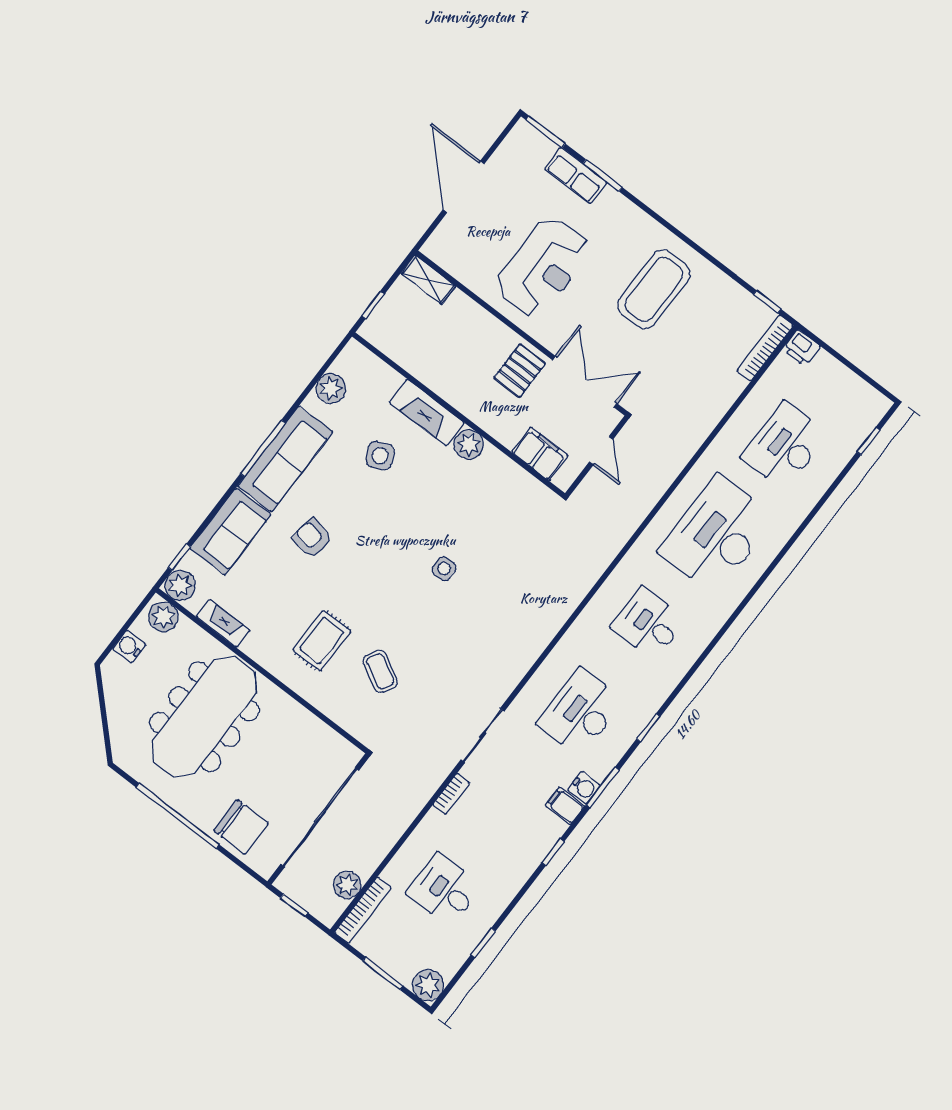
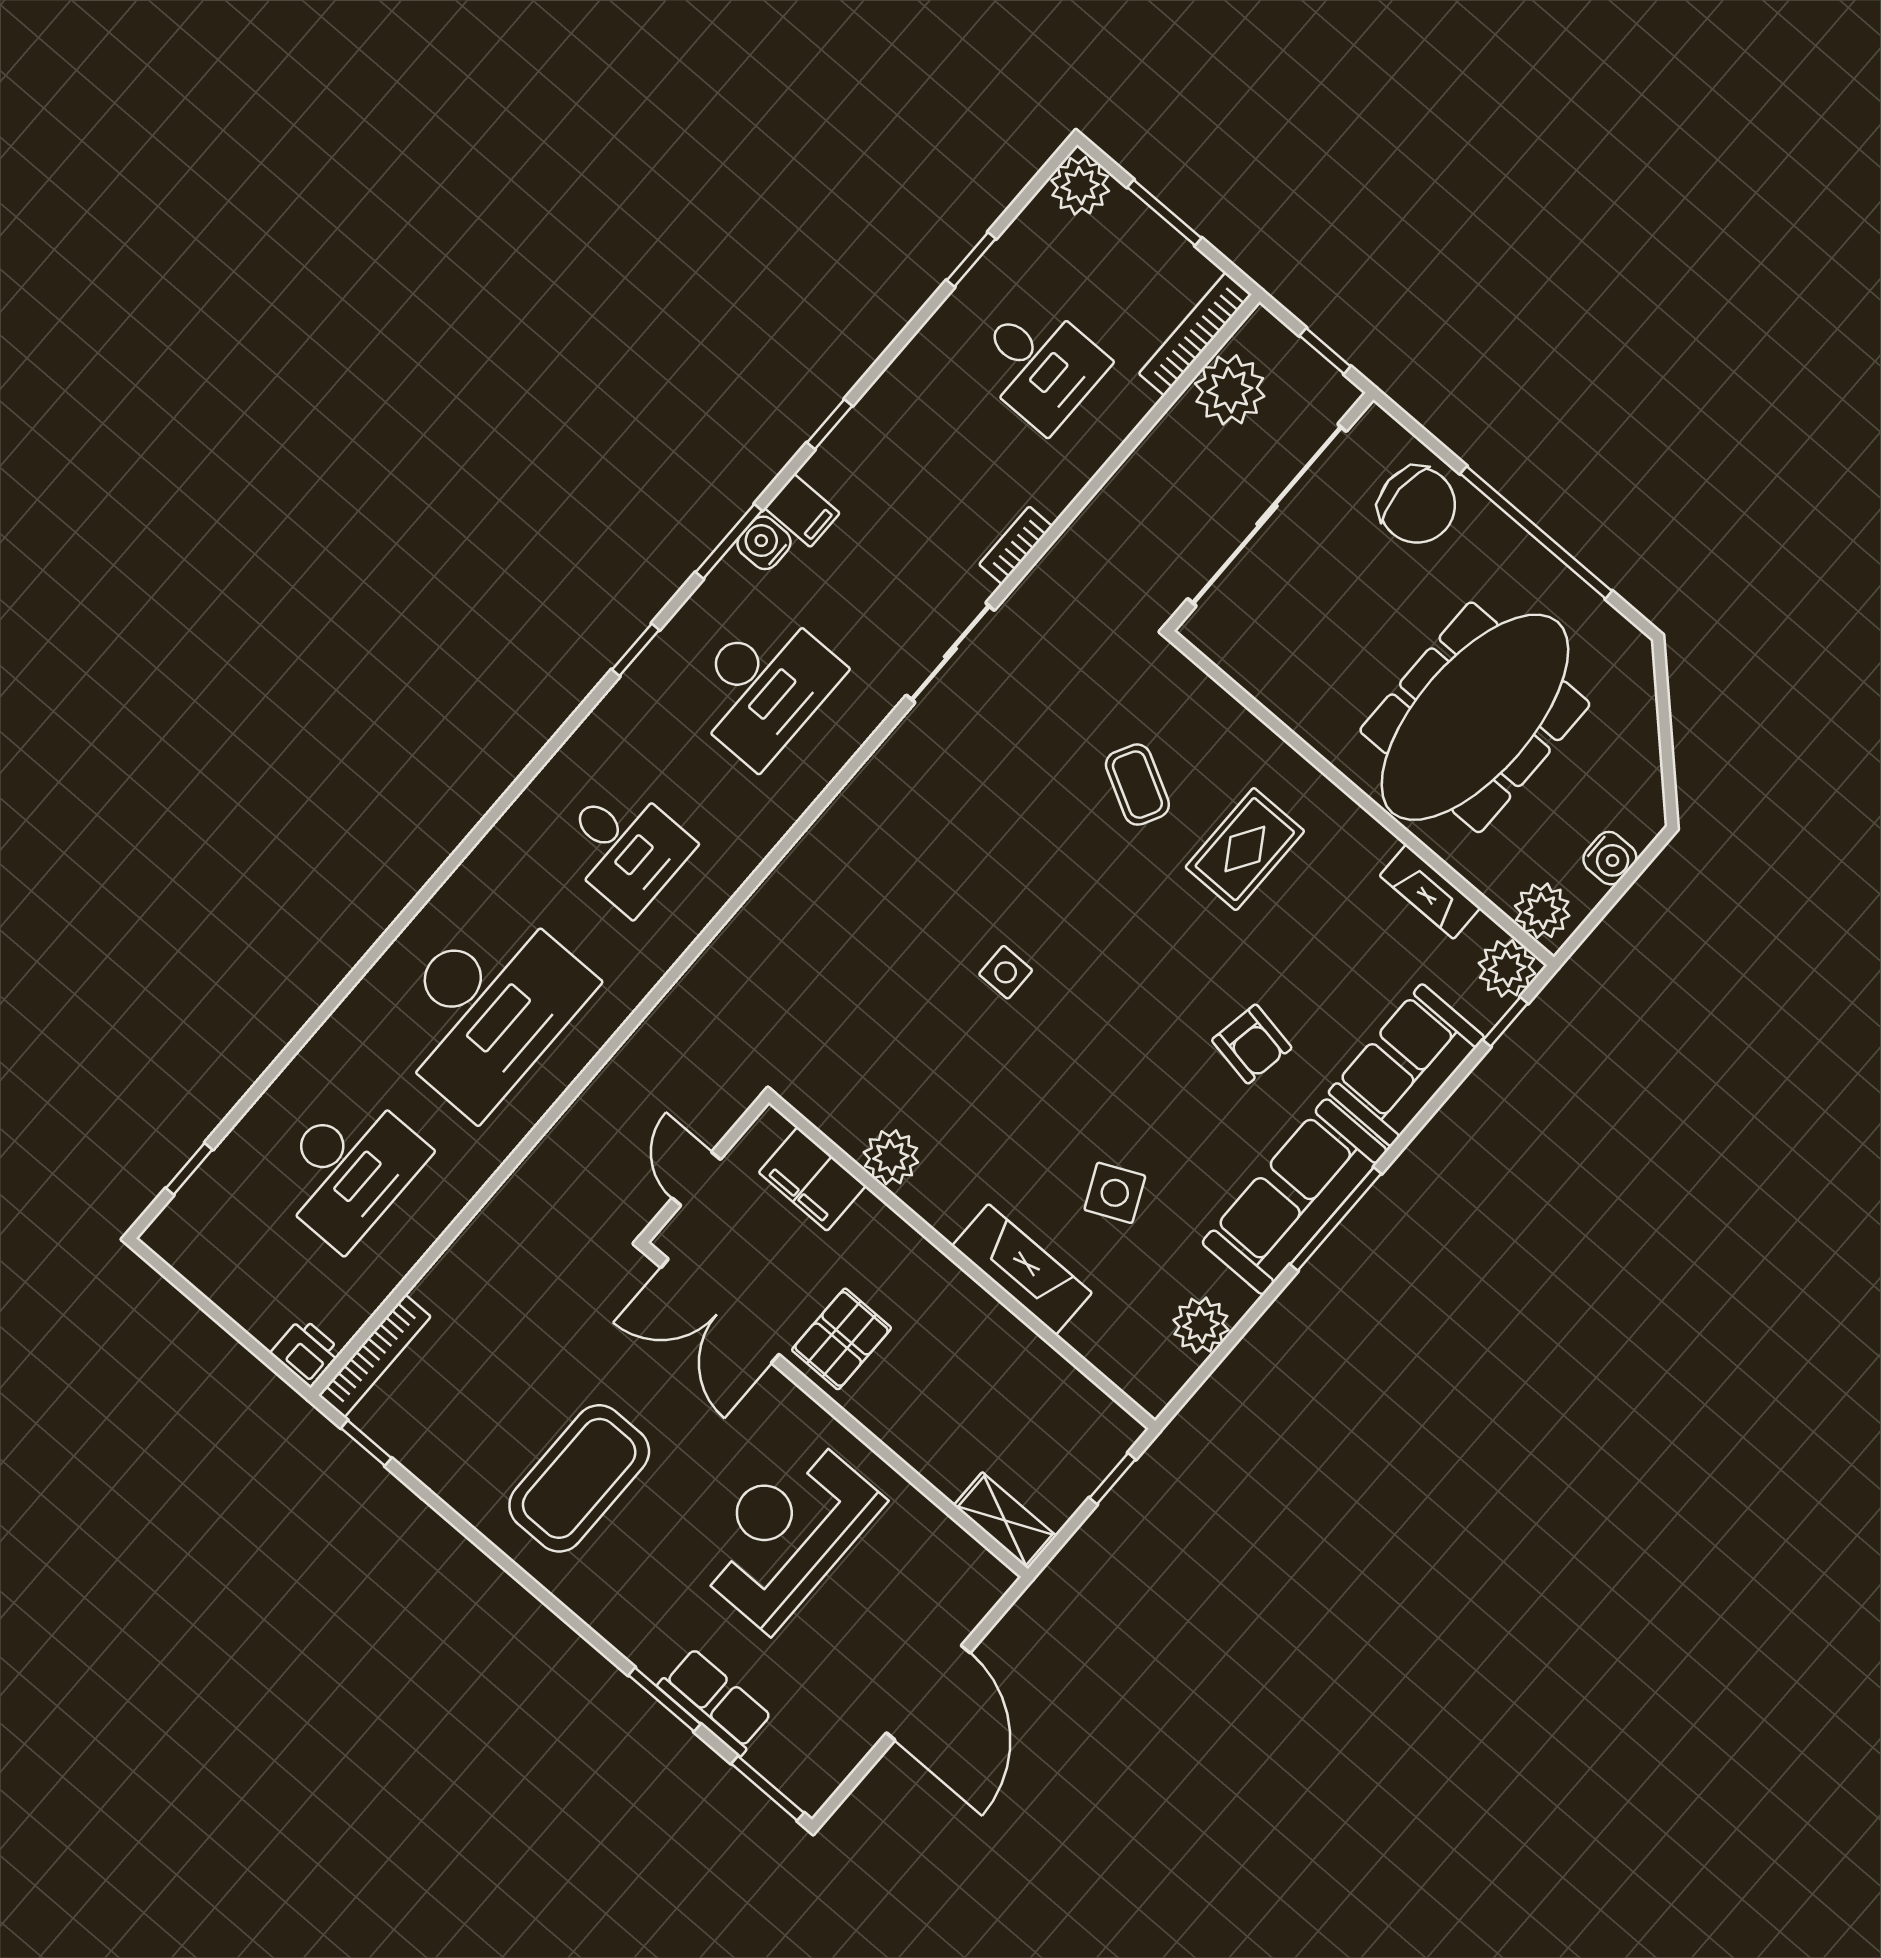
plant: (469, 444) -> (891, 1157), moved
chair: (241, 827) -> (1417, 505), turned 180
plant: (347, 885) -> (1230, 390), width x1.36, depth x1.36

